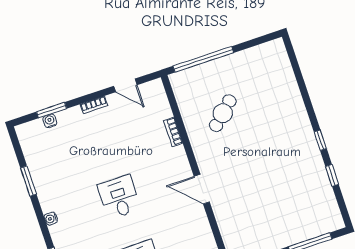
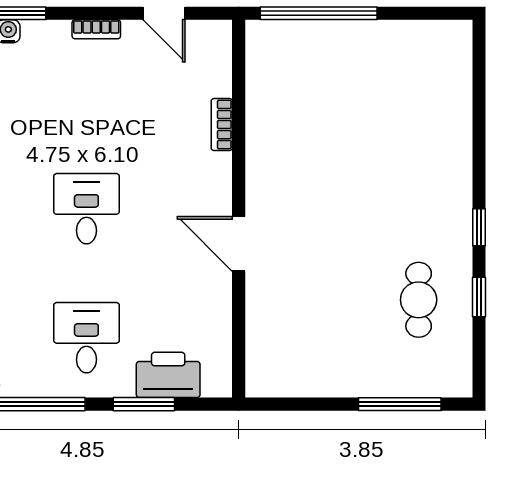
cafe table: (223, 113) -> (419, 300), moved, turned -47

